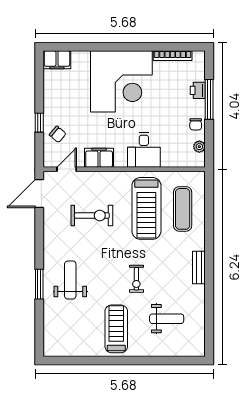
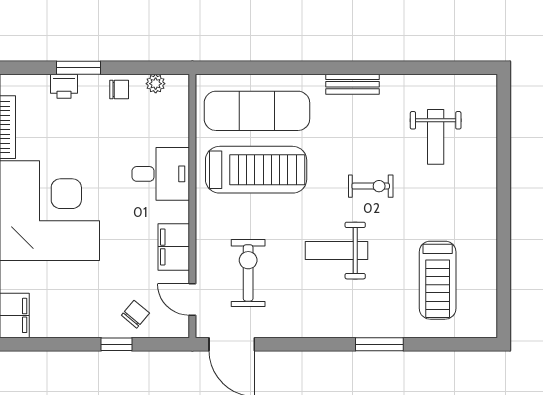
window: (209, 99) -> (79, 68), width x0.69
exercise mat: (183, 209) -> (257, 111), width x1.36, depth x1.45
exercise bike: (92, 215) -> (248, 273), moved
weight bench: (70, 280) -> (336, 251), moved
weight bench: (167, 319) -> (436, 137), turned 180
treadmill: (116, 329) -> (438, 280), moved, turned -90

